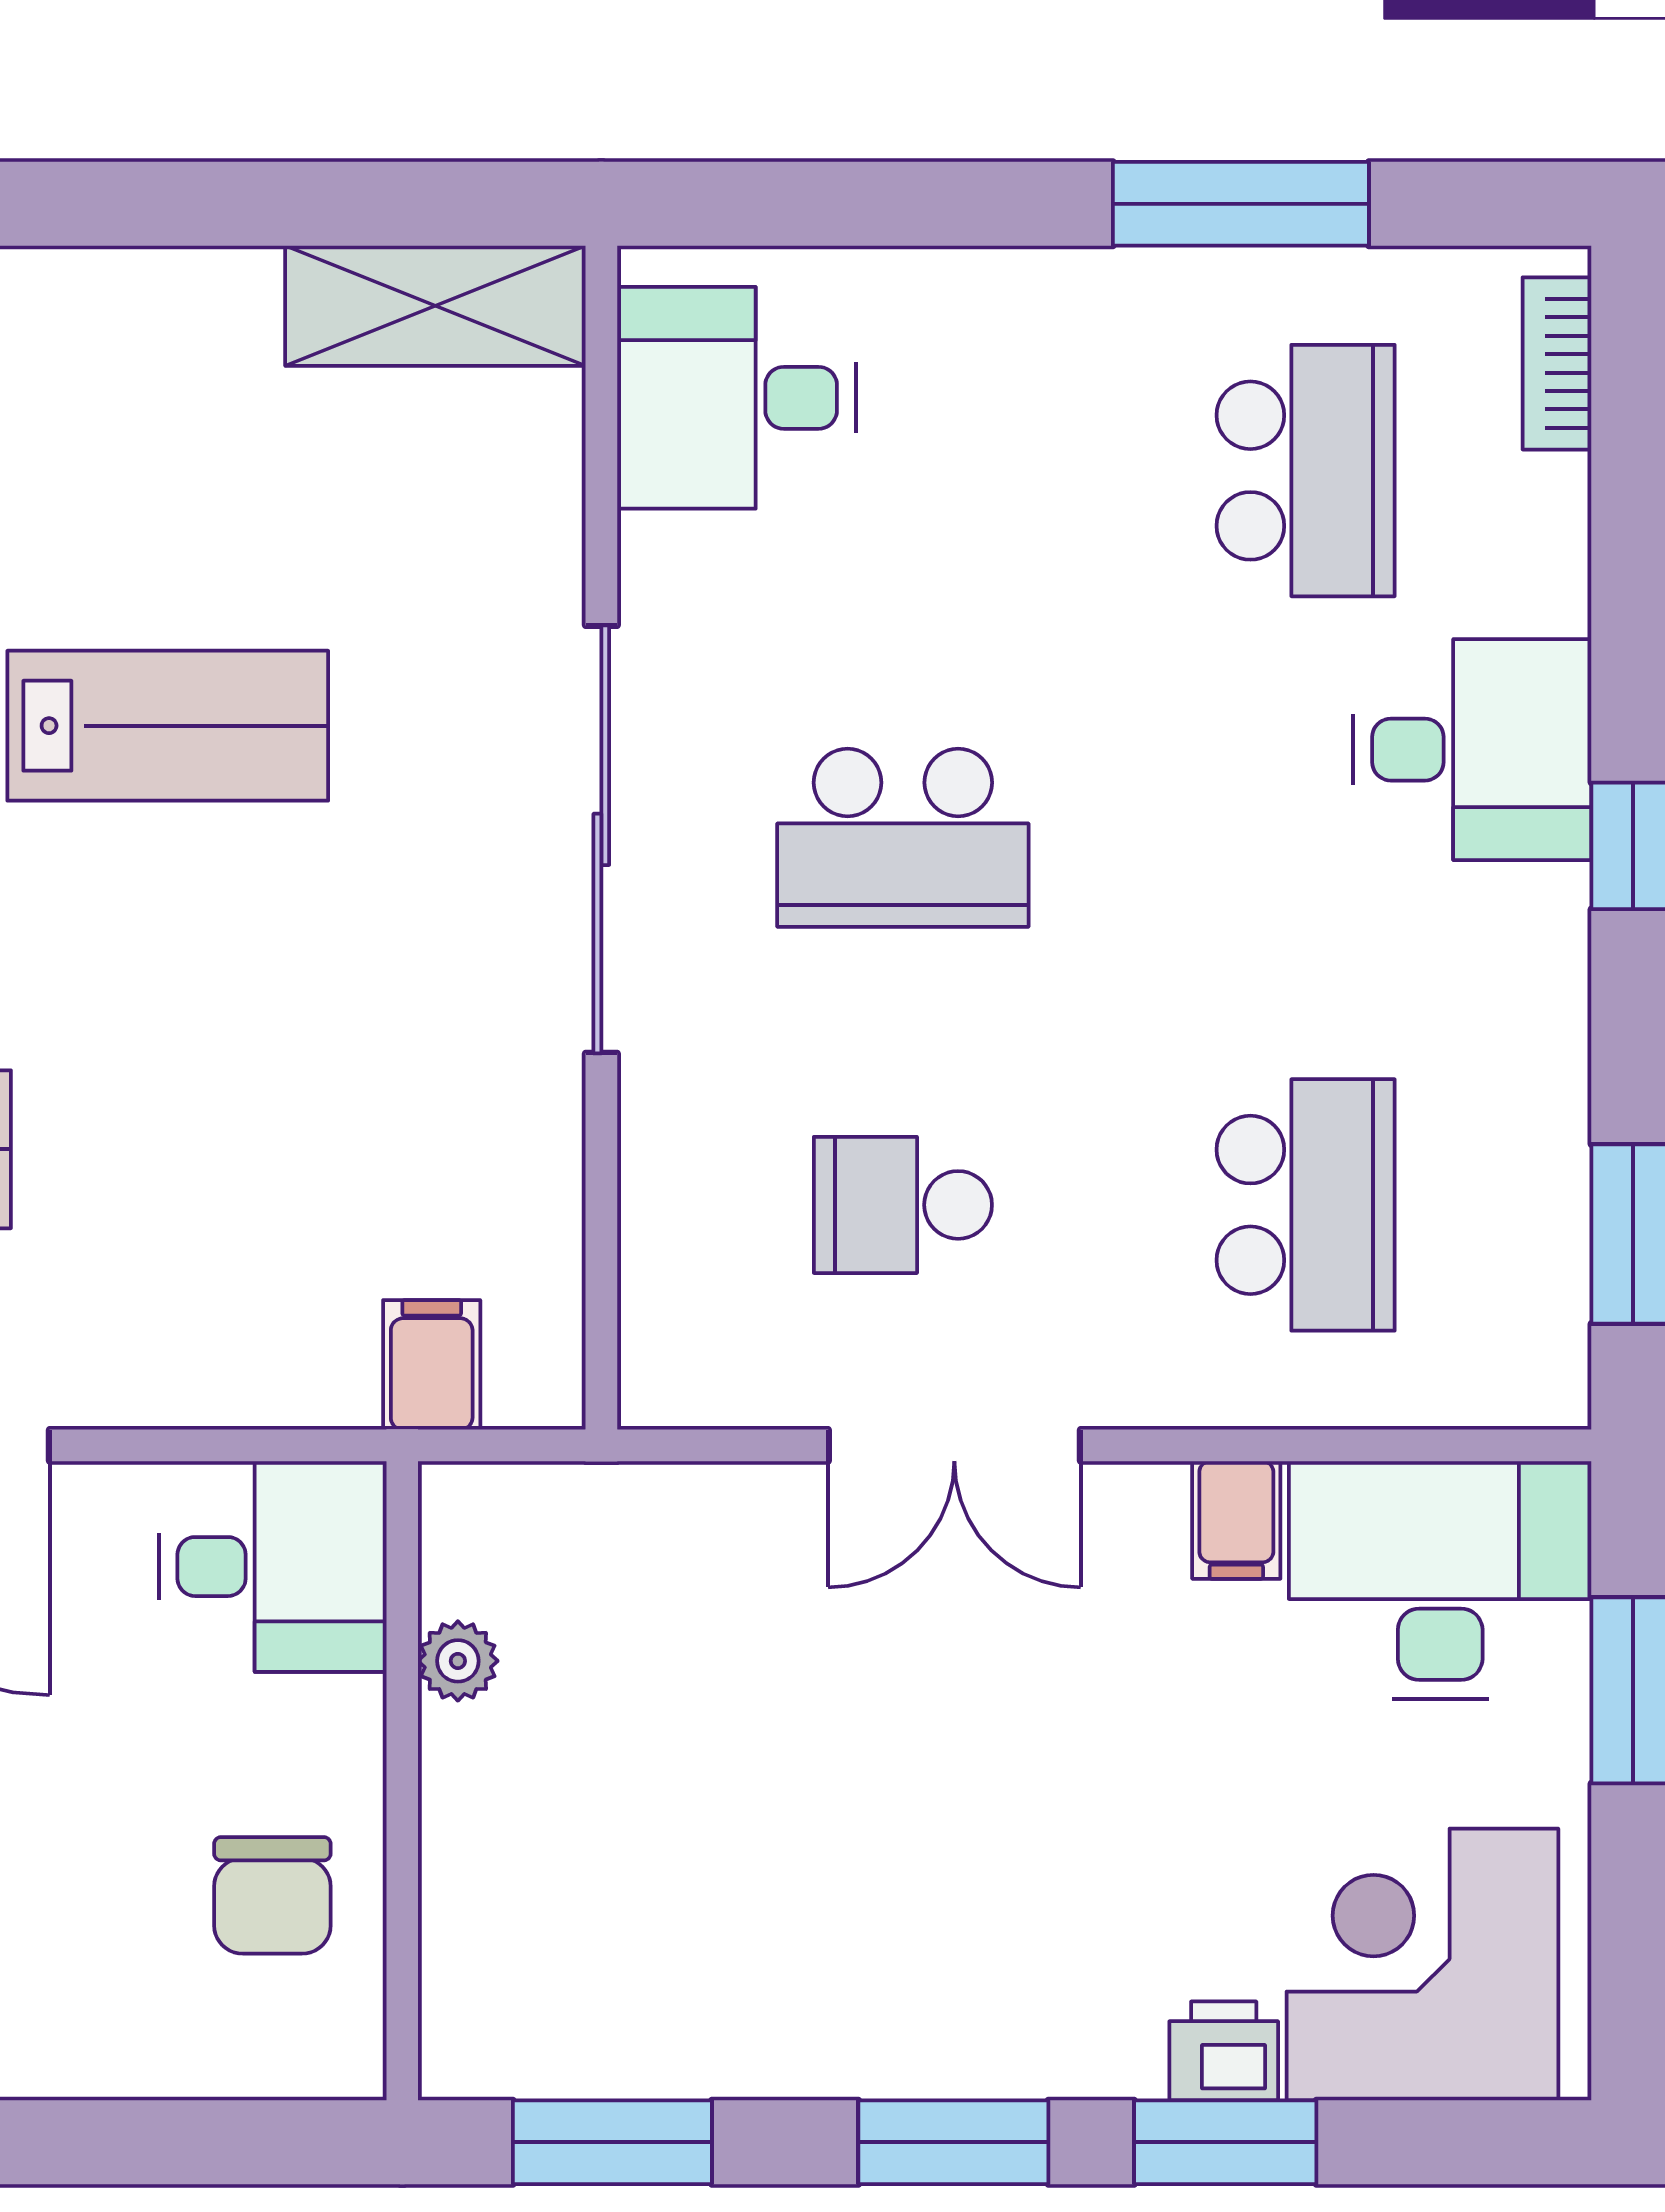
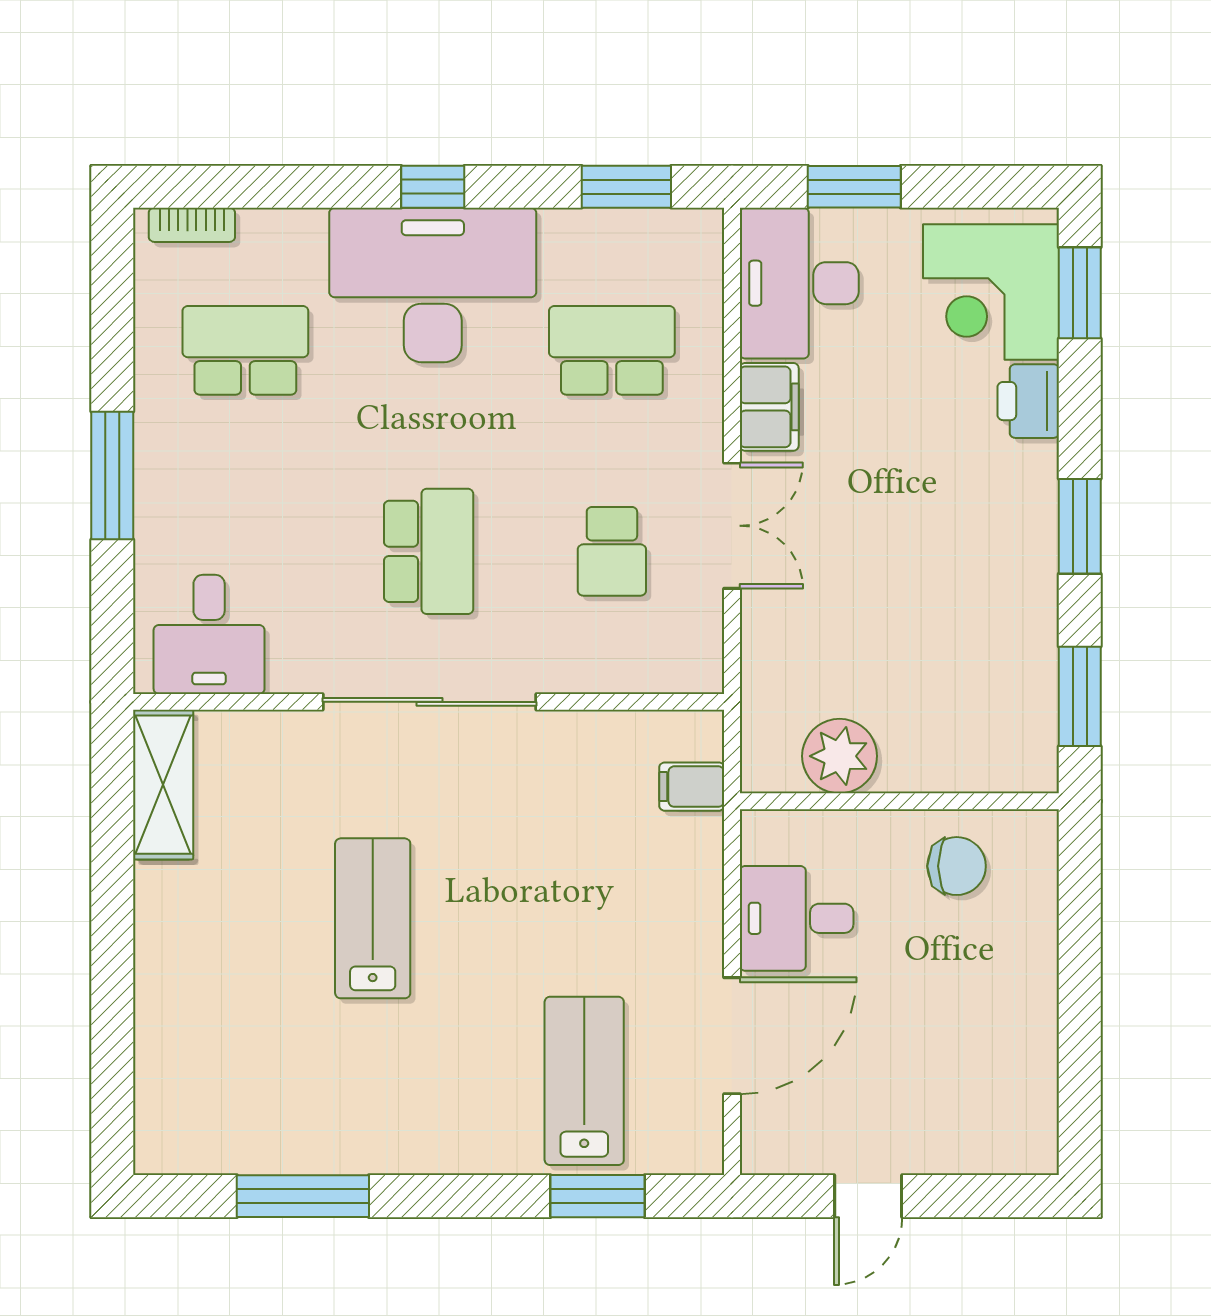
window: (1241, 204) -> (112, 475), moved
desk: (1472, 750) -> (433, 285), width x1.87, depth x1.30
filing cabinet: (1236, 1520) -> (769, 407), width x2.00
desk: (273, 1567) -> (797, 918), moved, turned -90
plant: (458, 1661) -> (840, 756), width x1.88, depth x1.88
printer: (1224, 2051) -> (1028, 401), width x1.36, depth x1.24
window: (1225, 2142) -> (1080, 293), moved

